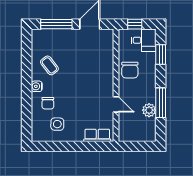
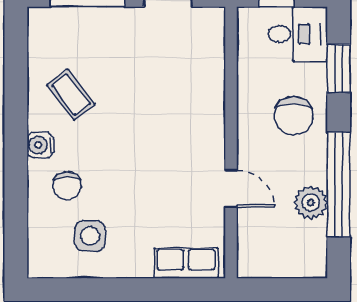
chair: (130, 70) -> (294, 116), moved
window: (161, 103) -> (339, 184), width x1.46

